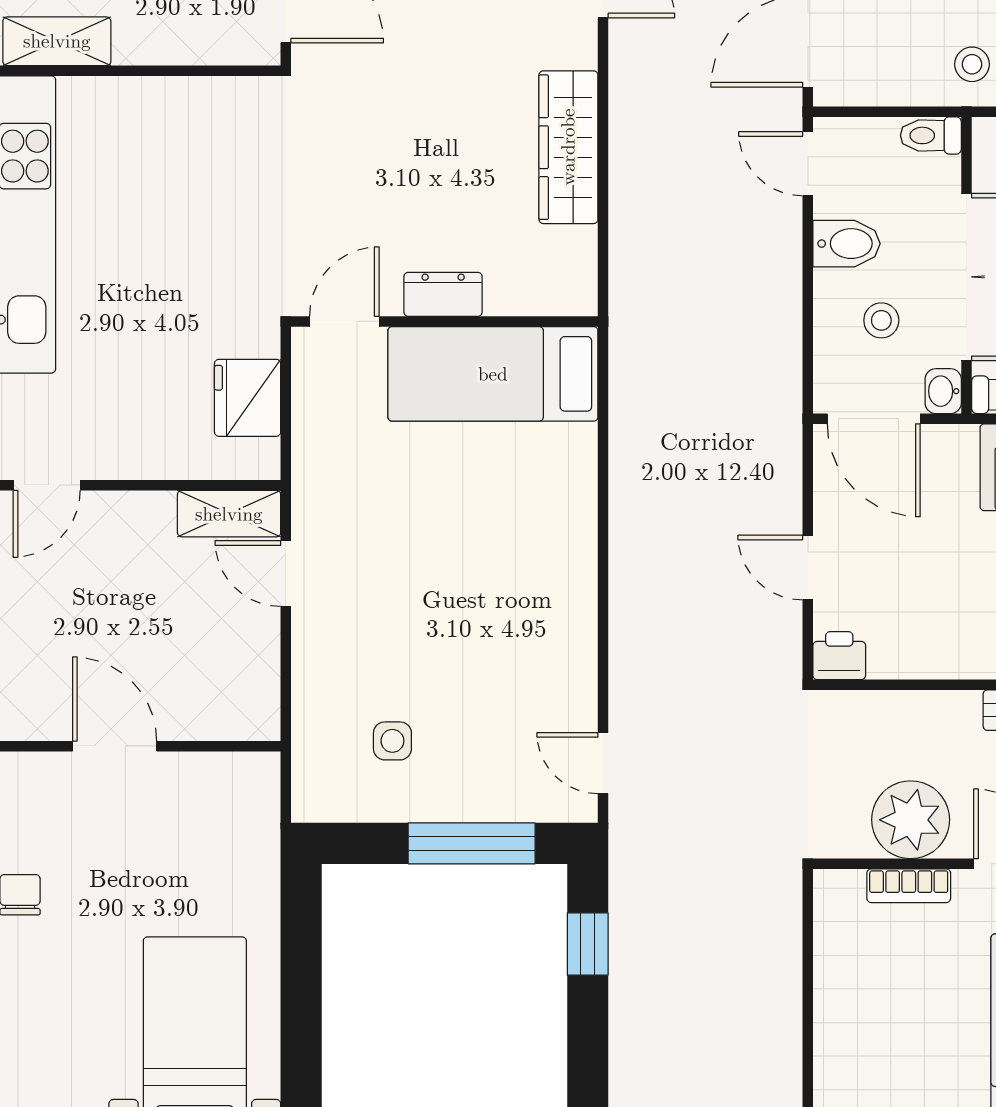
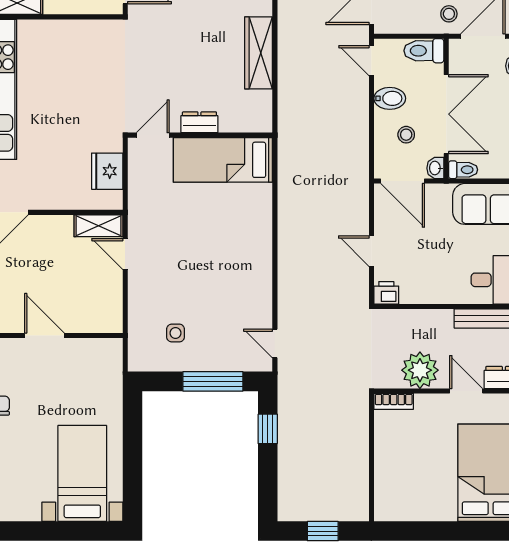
toilet: (931, 135) -> (424, 51), width x1.37, depth x1.39
bookcase: (909, 886) -> (394, 401), moved

